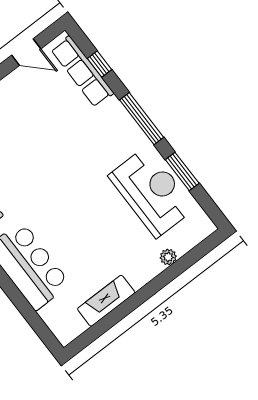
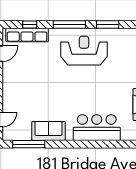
reception desk: (152, 192) -> (84, 51), moved

